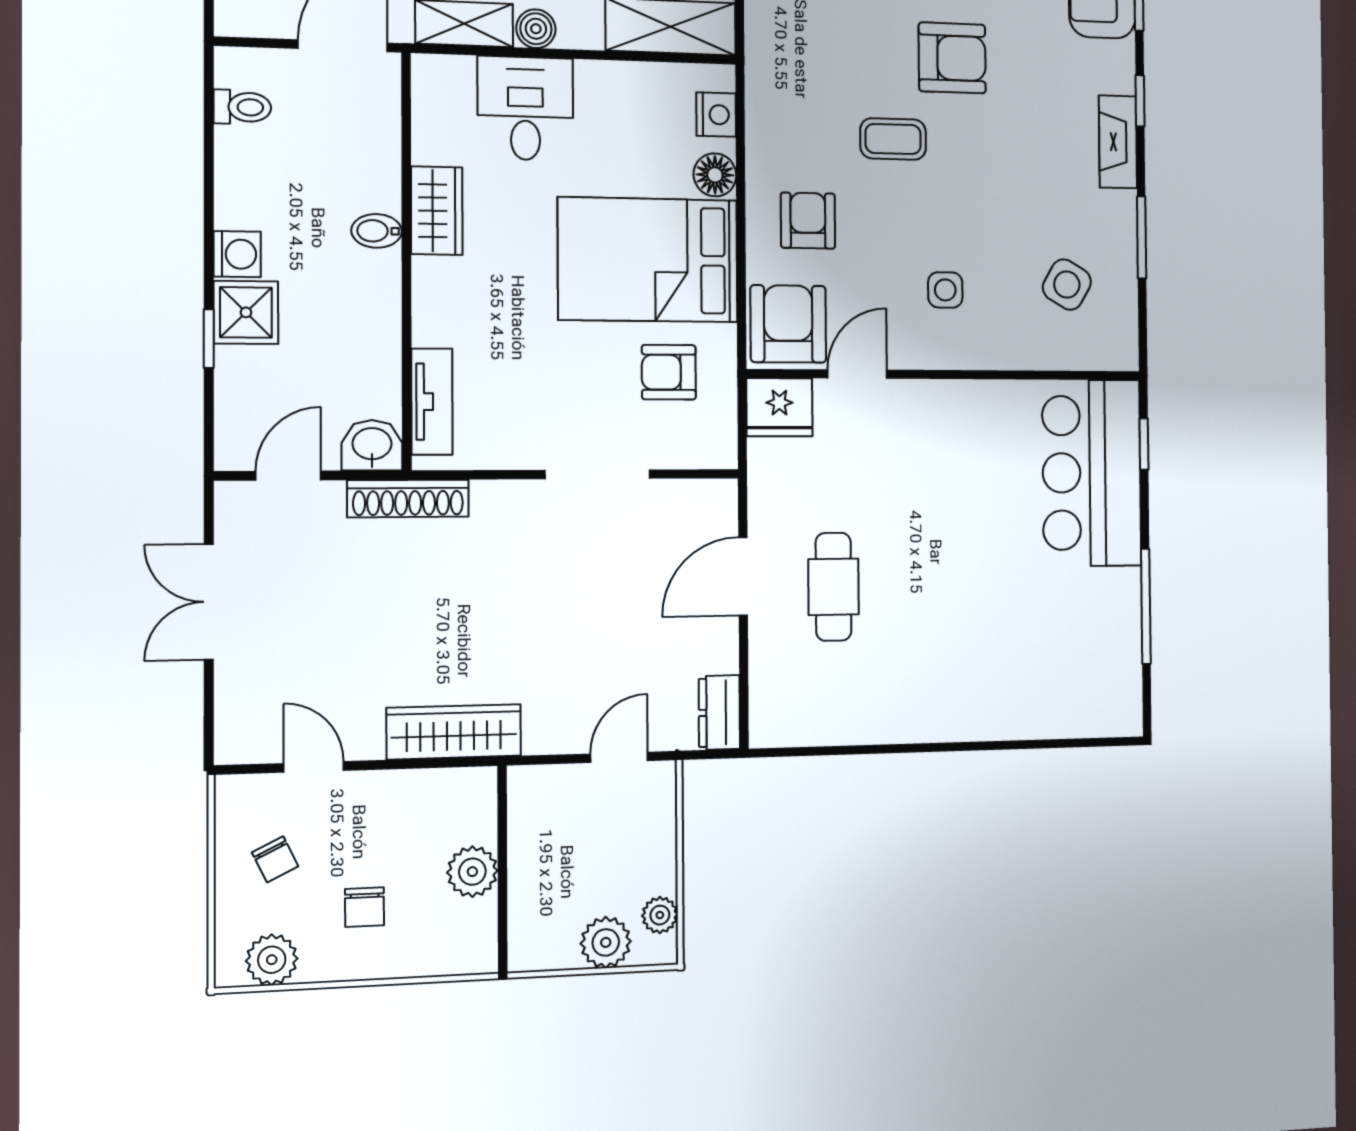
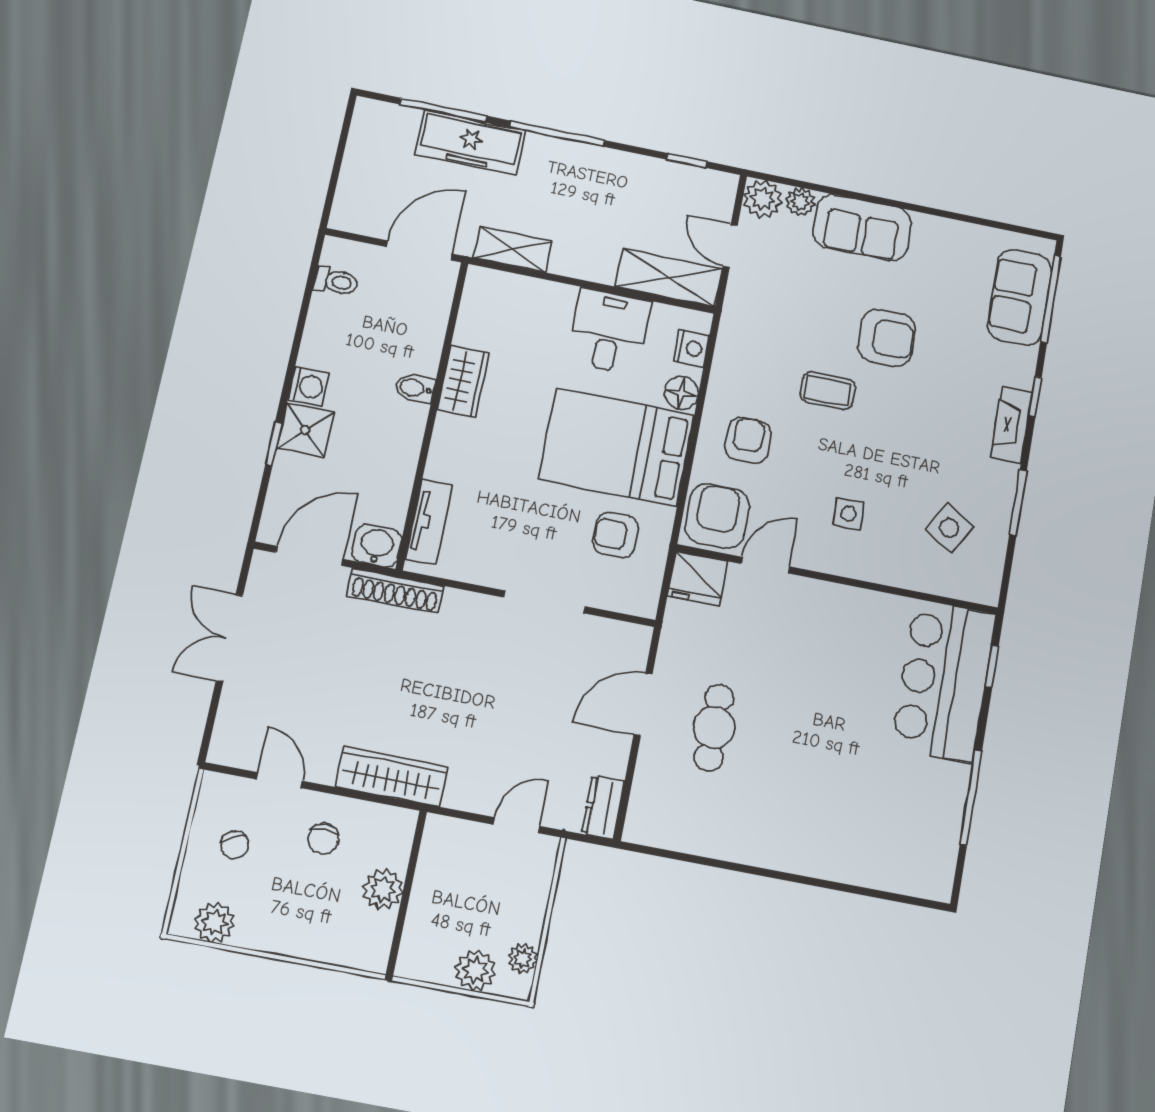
boiler: (536, 29) -> (566, 262), removed
desk: (525, 108) -> (609, 331), moved
door: (288, 476) -> (309, 556), width x1.38
chair: (365, 907) -> (323, 839), moved

